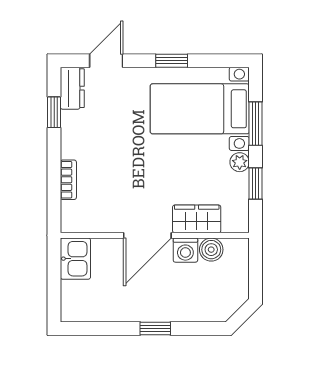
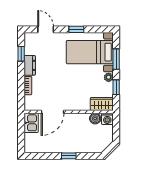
door: (106, 61) -> (46, 29), hinge flipped
dresser: (72, 88) -> (30, 65), moved
wardrobe: (197, 219) -> (102, 104), moved
door: (147, 235) -> (53, 112), moved
washing machine: (185, 250) -> (107, 119), moved

